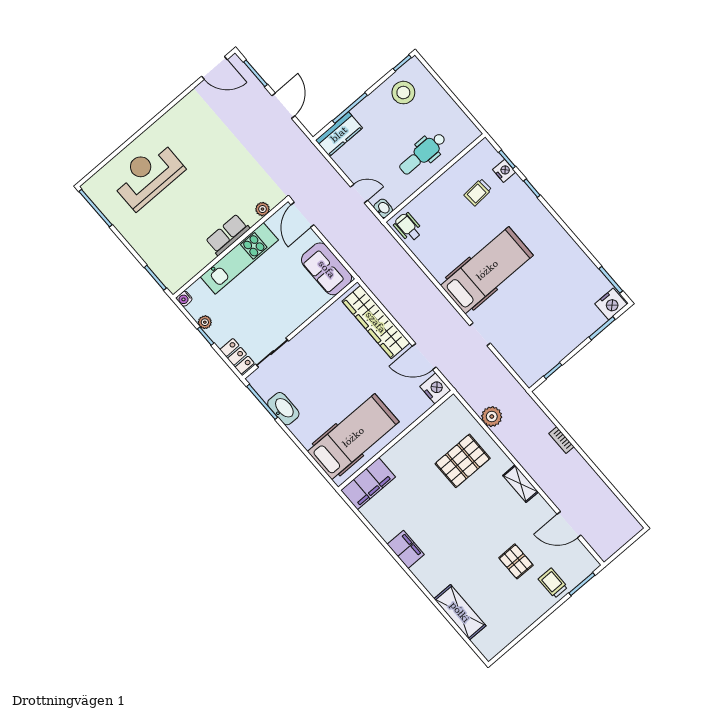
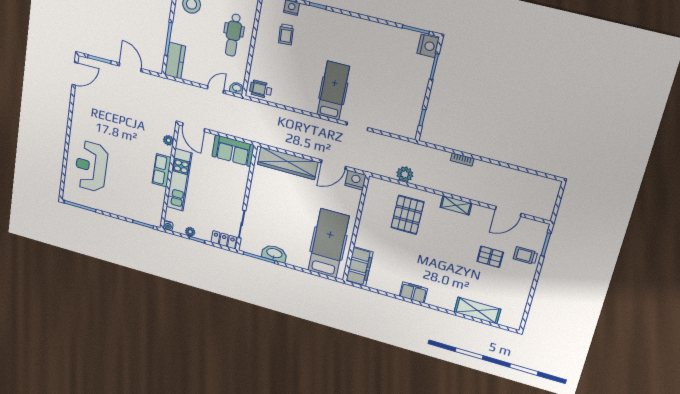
hospital bed: (487, 270) -> (333, 91), width x0.73, depth x0.78

